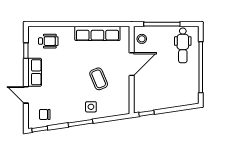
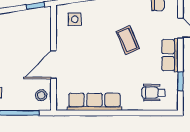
coffee table: (99, 79) -> (128, 40), moved
side table: (91, 107) -> (75, 19), moved

